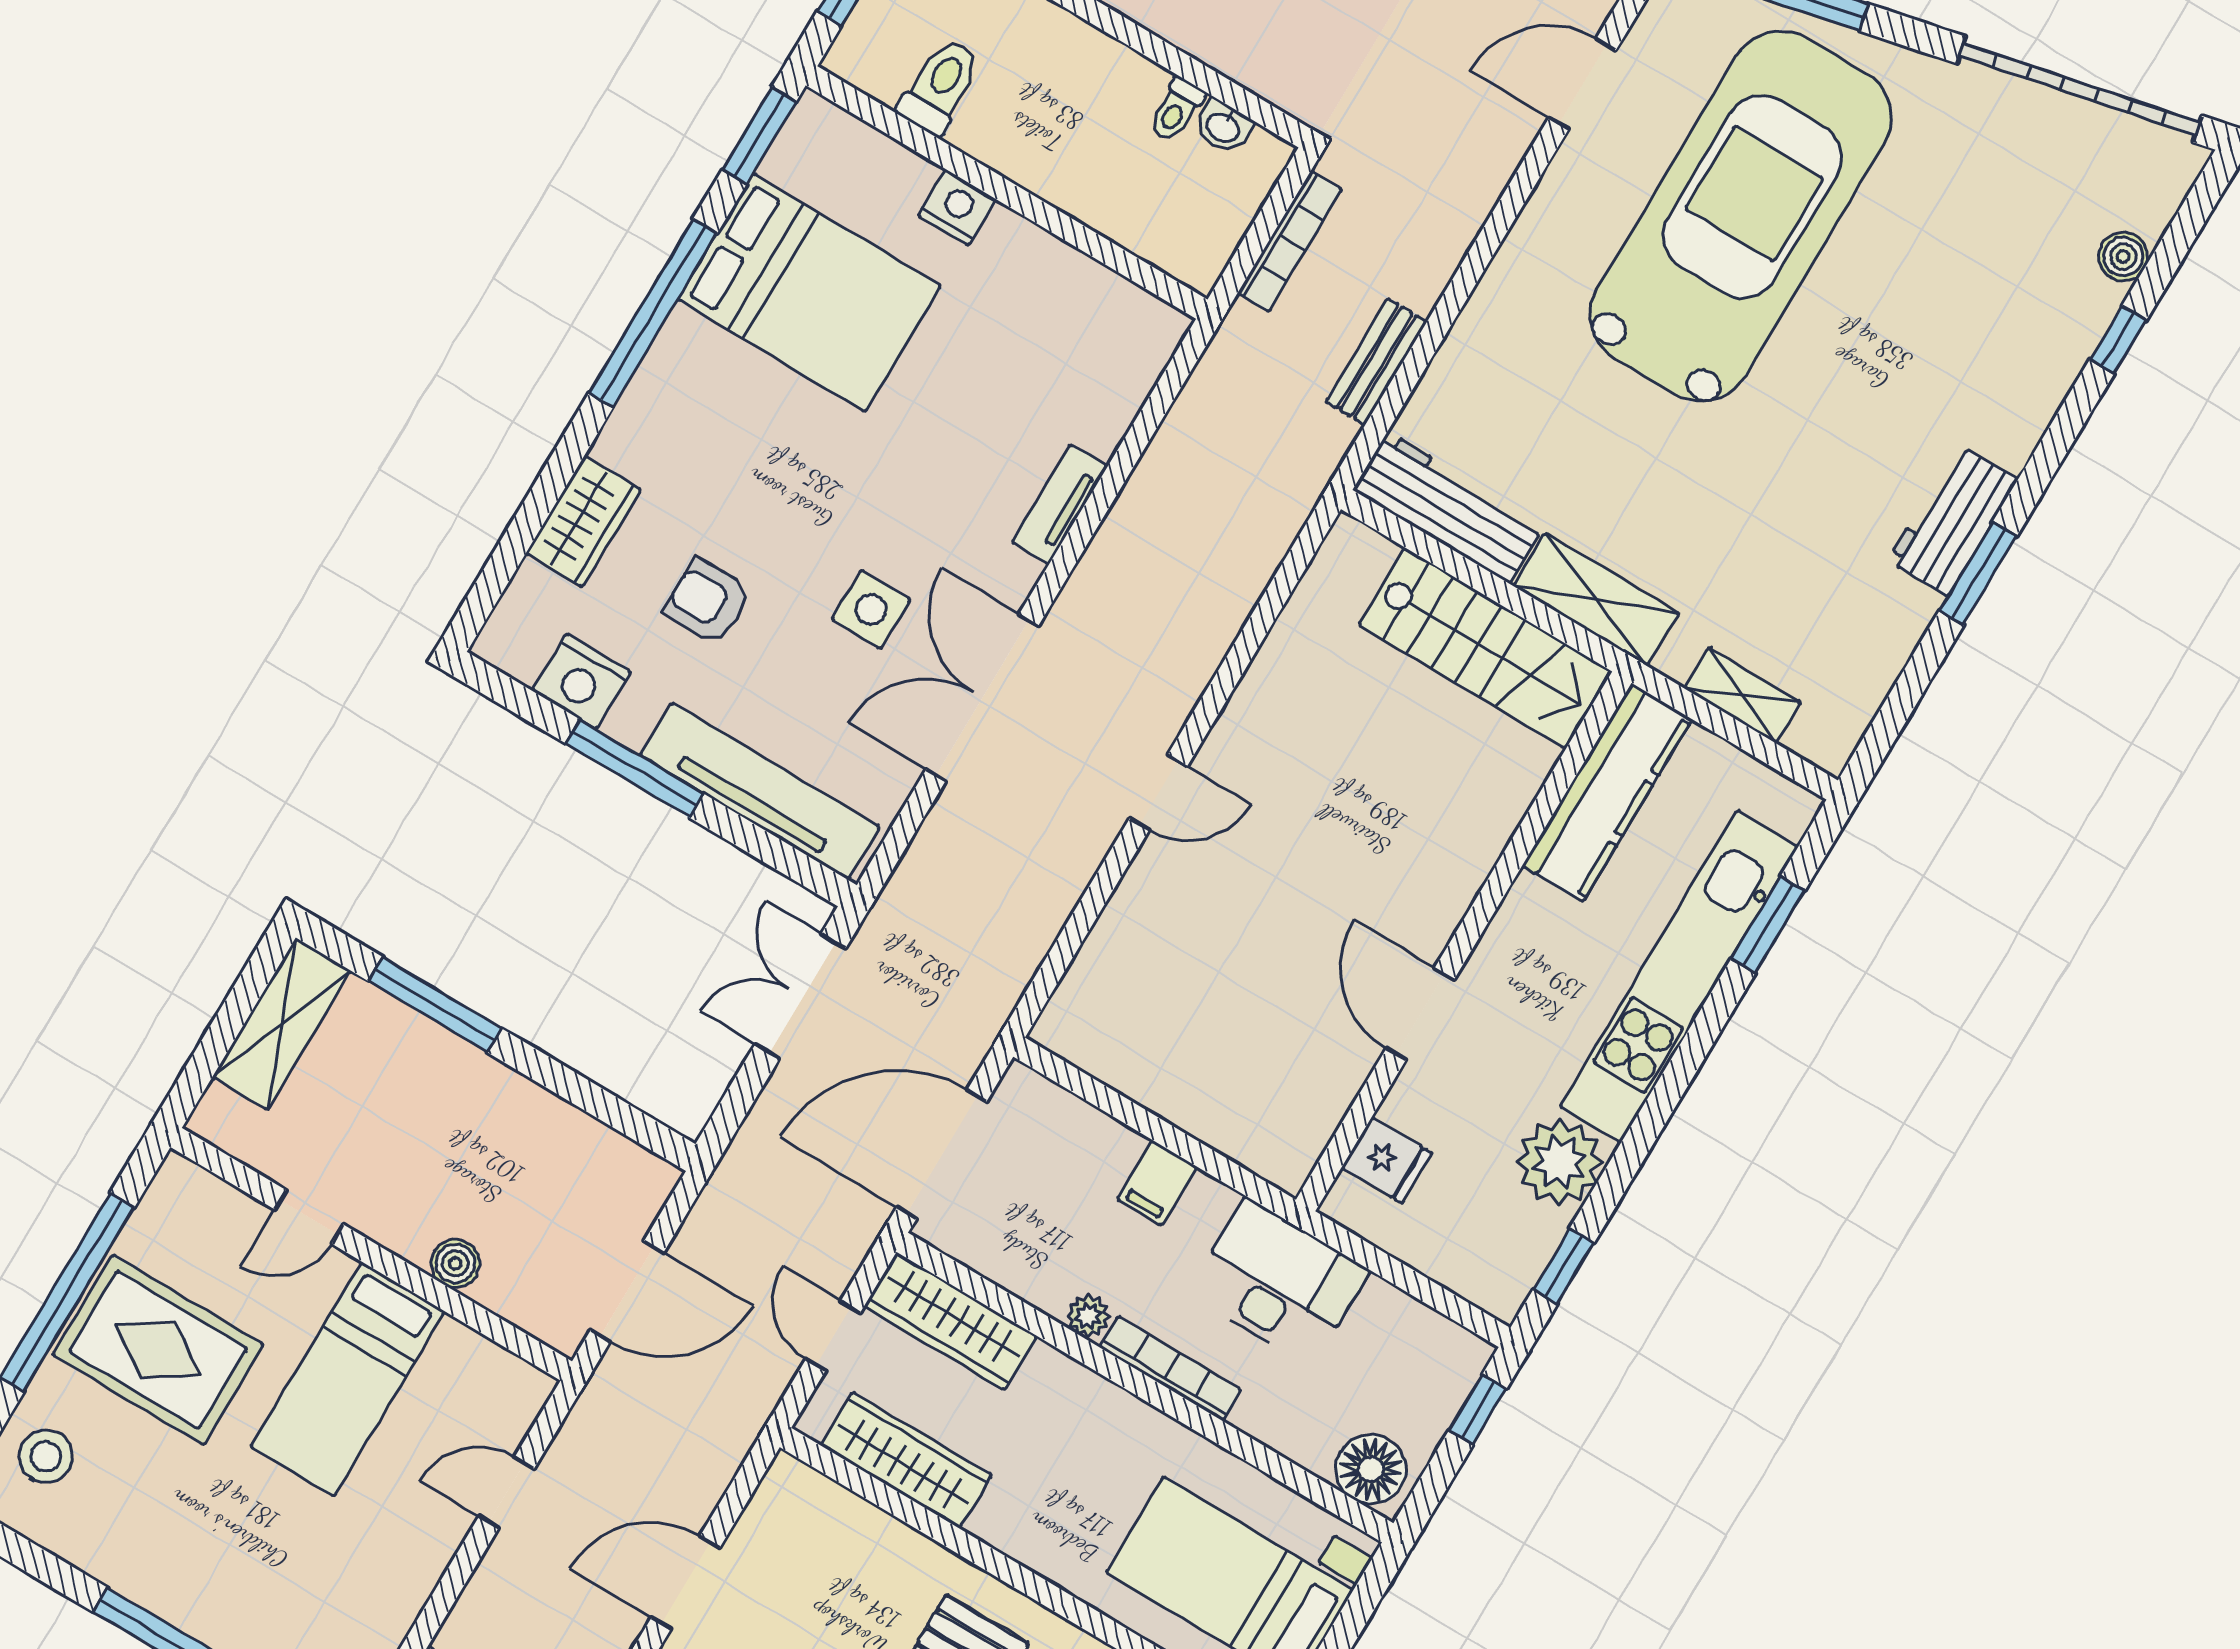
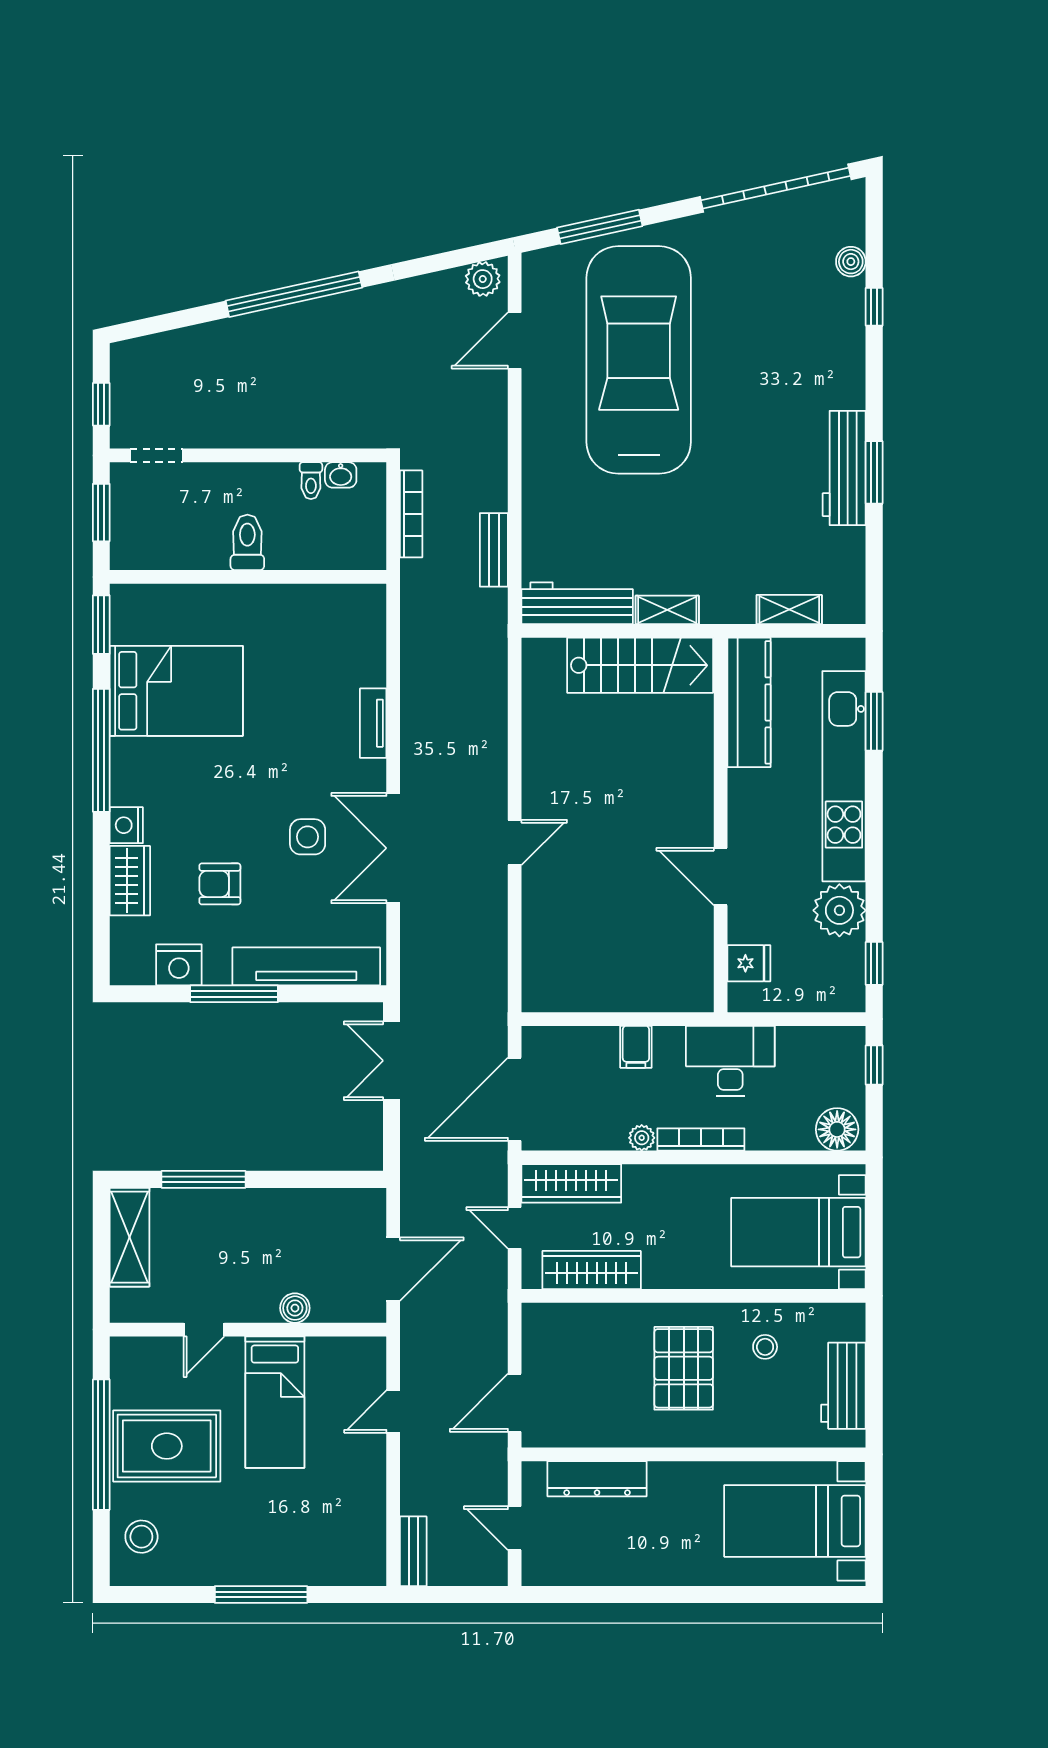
toilet: (940, 86) -> (247, 542), moved
nightstand: (957, 208) -> (126, 825), moved, turned -90
workbench: (1953, 520) -> (844, 468), width x1.38
shelving: (1596, 600) -> (667, 610), width x0.67, depth x0.75

